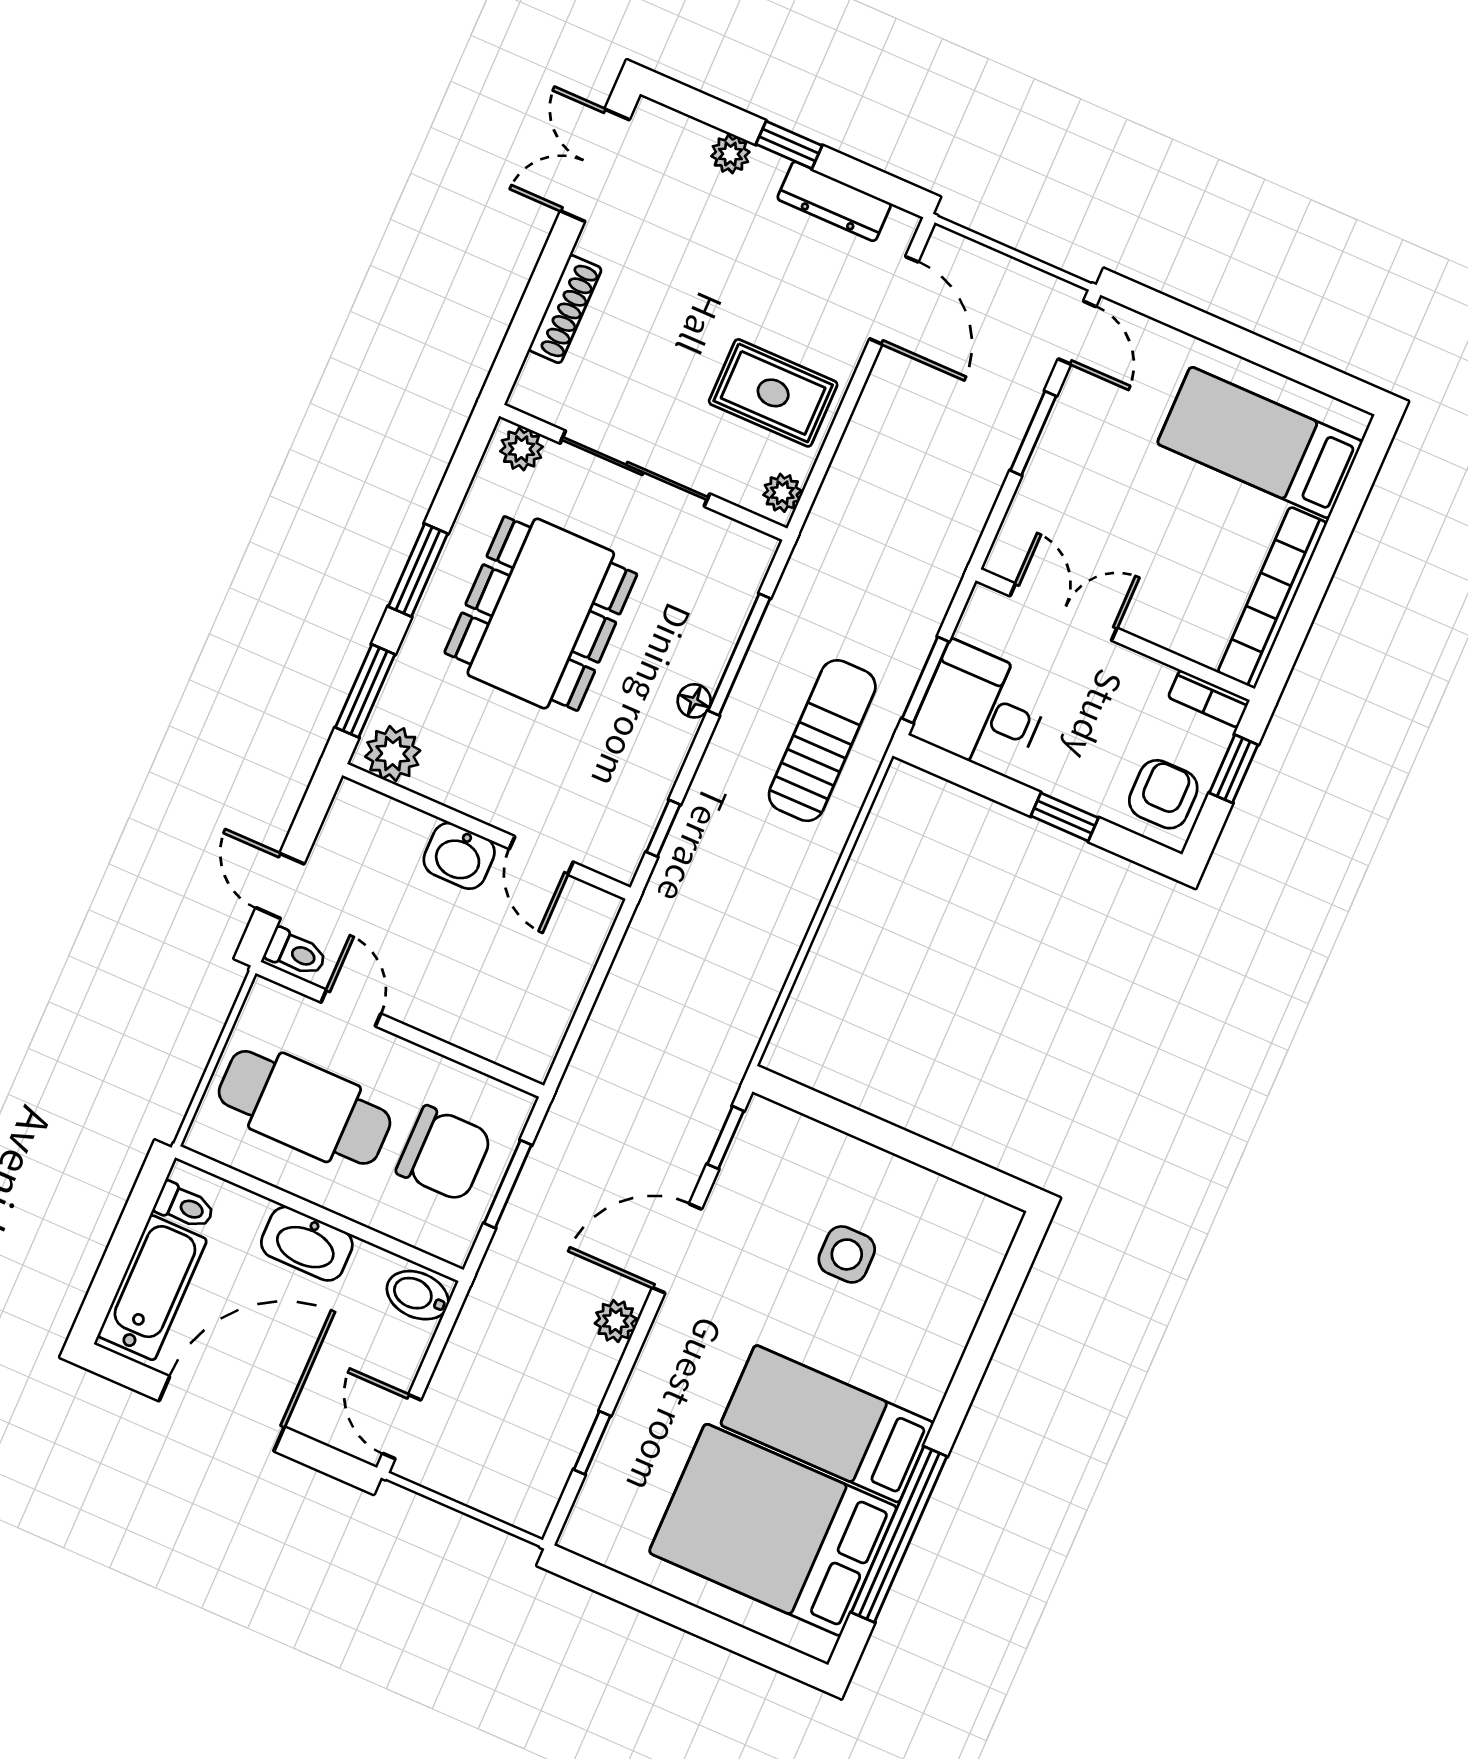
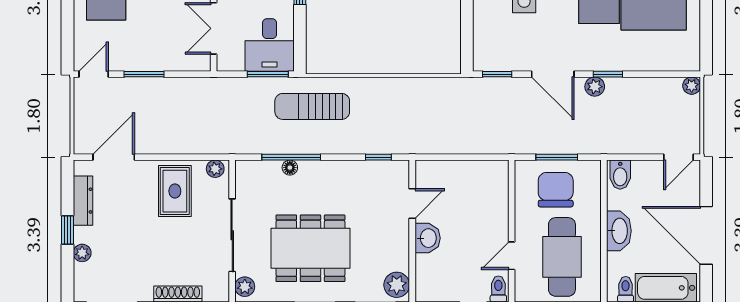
floor lamp: (694, 701) -> (290, 168), moved
window: (592, 1443) -> (608, 74), moved
plant: (533, 1515) -> (692, 86), added

